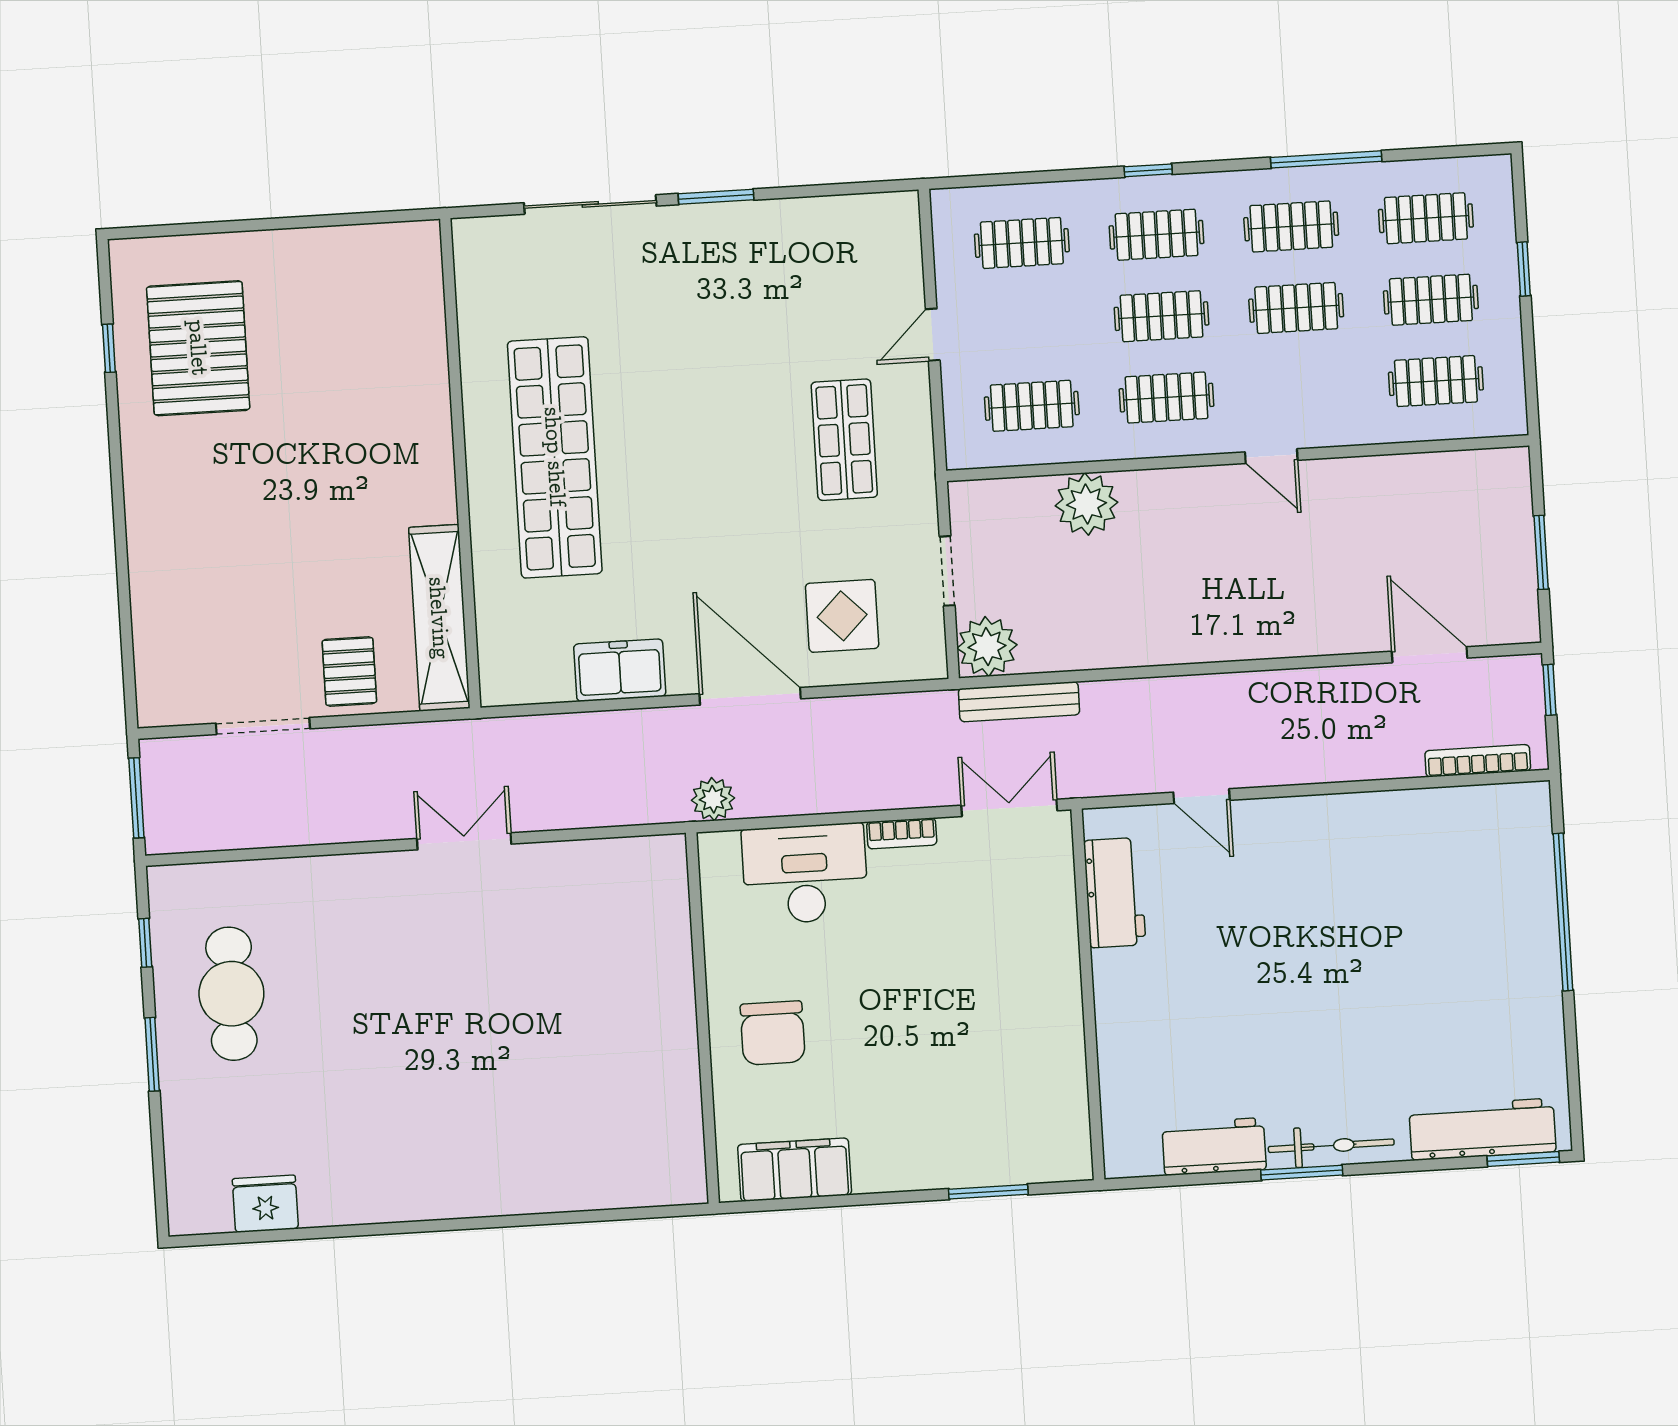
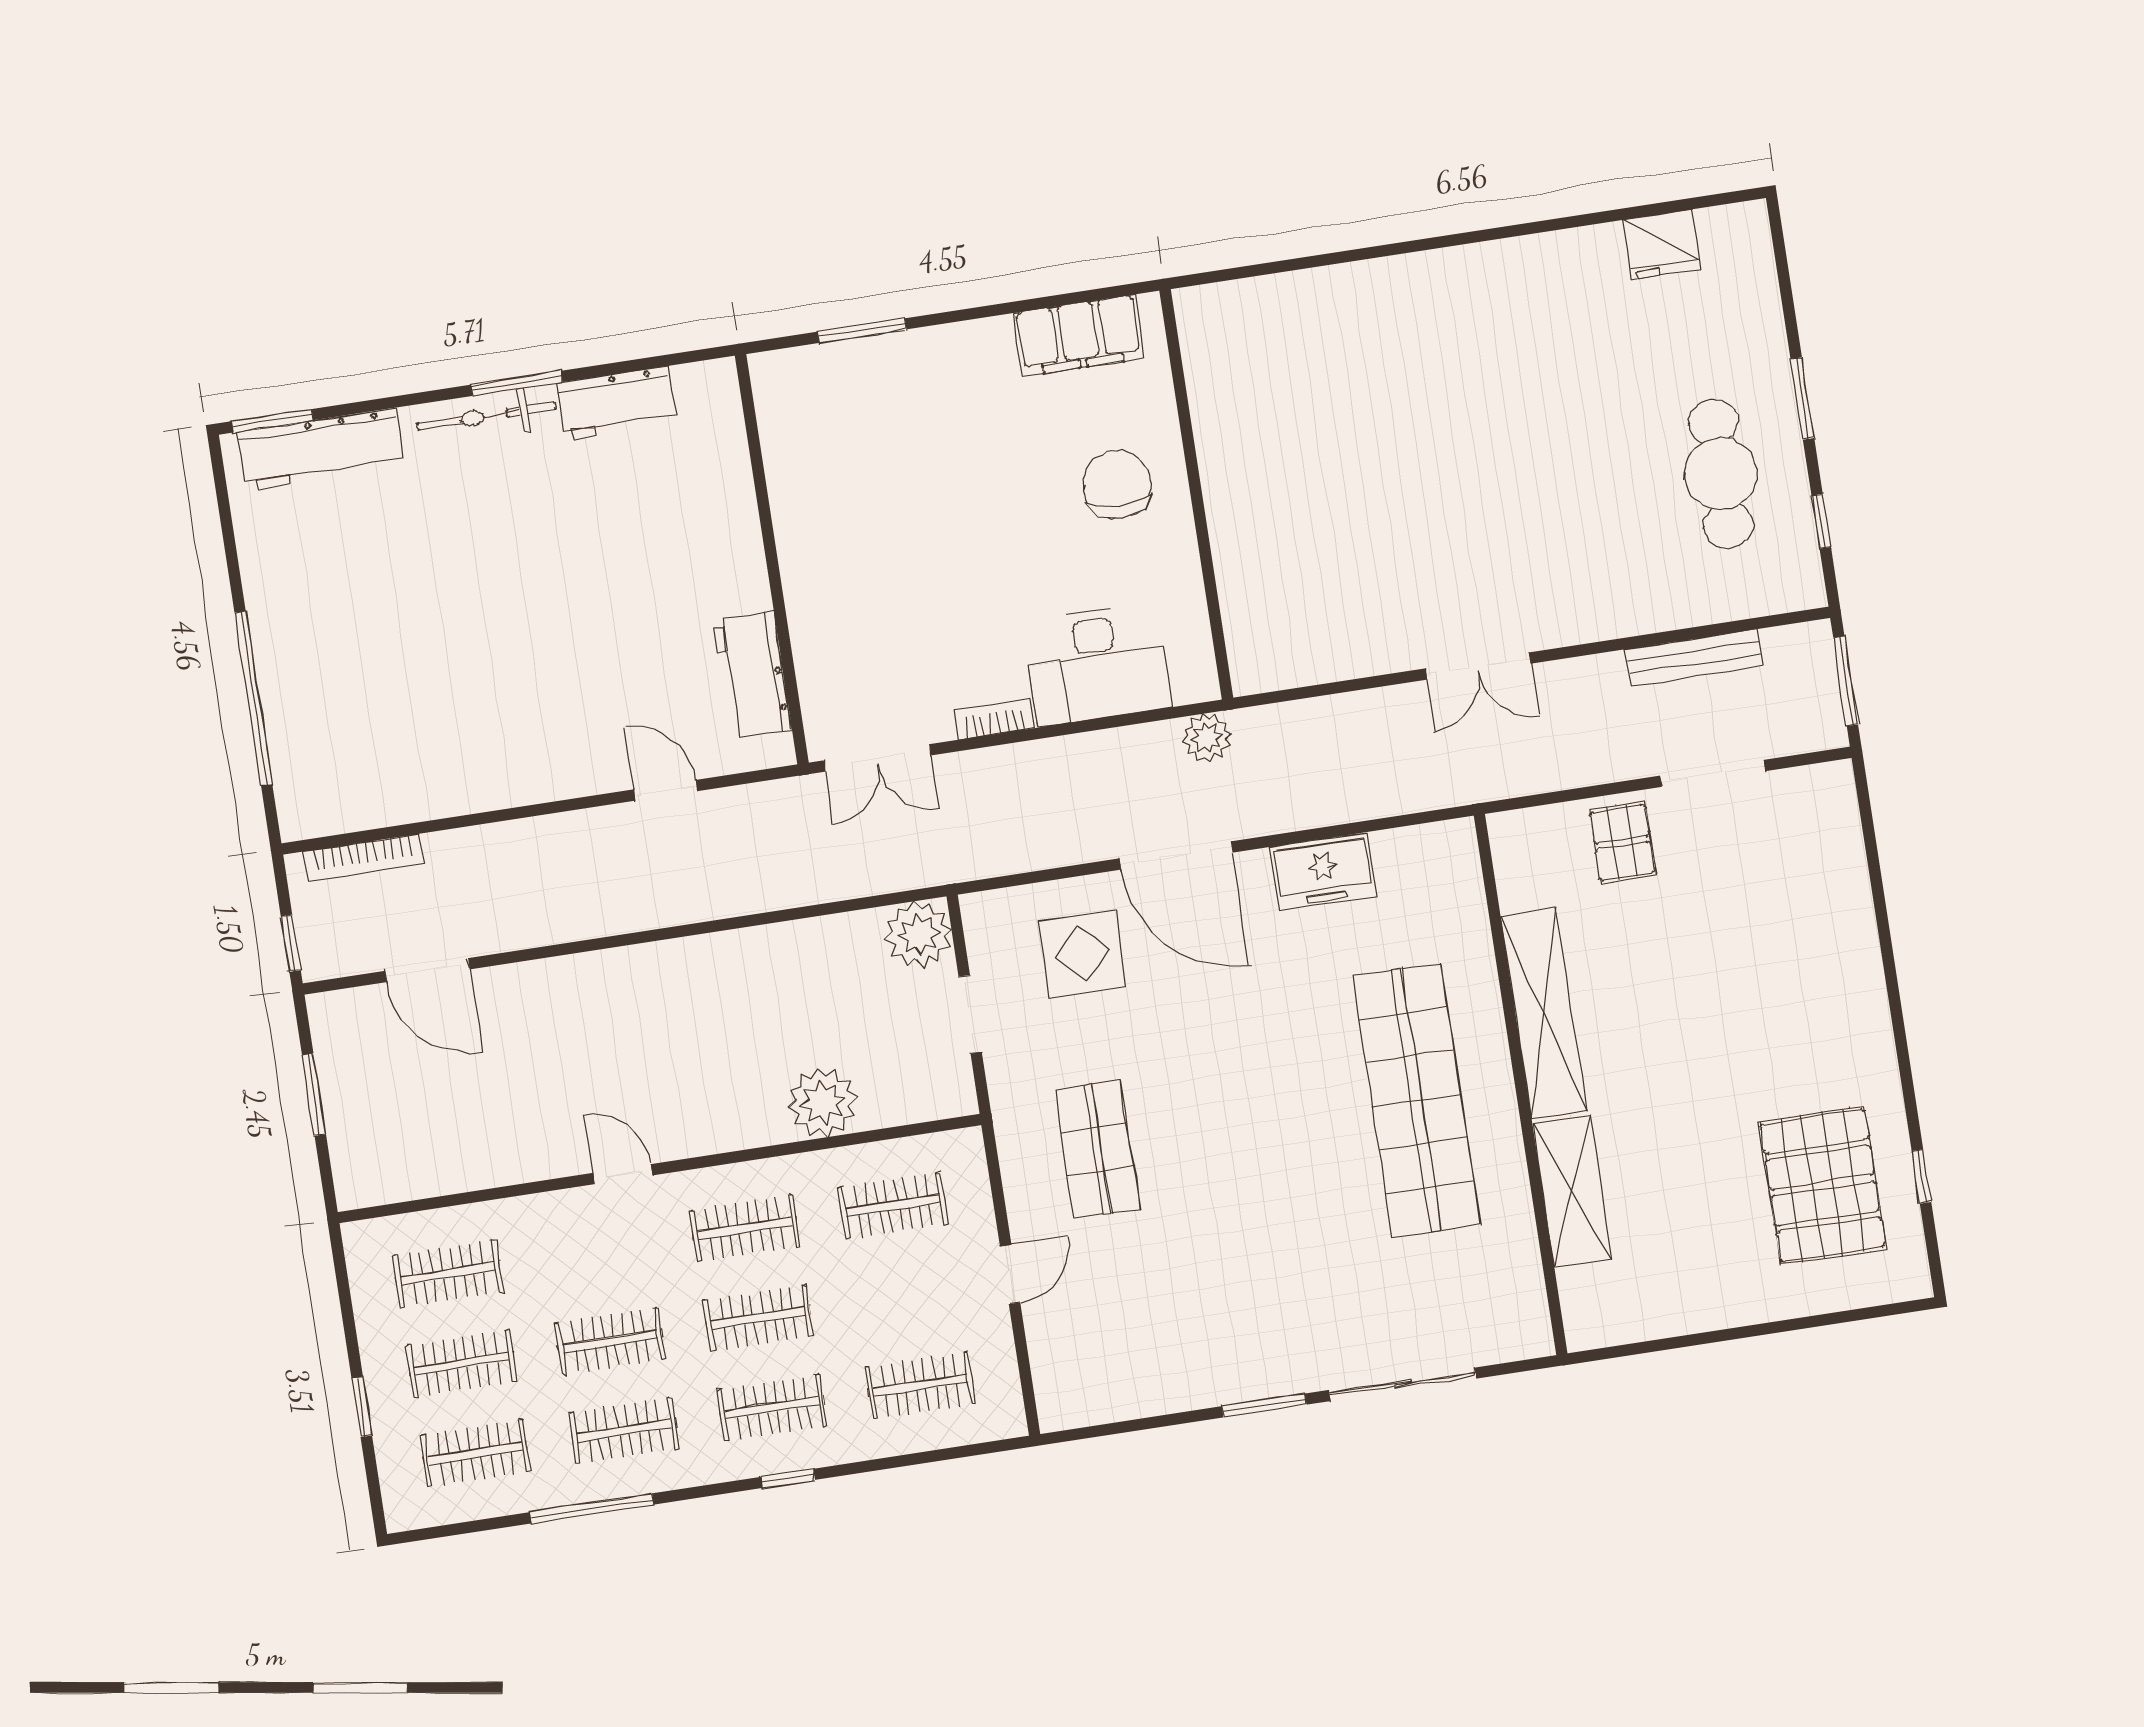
shelving: (423, 364) -> (1572, 1191), added
shelving: (439, 618) -> (1544, 1014), moved
bench: (1019, 702) -> (1694, 658), moved

